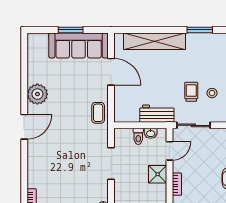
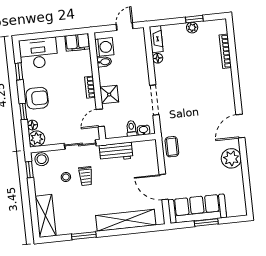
washbasin: (151, 133) -> (144, 130), moved

